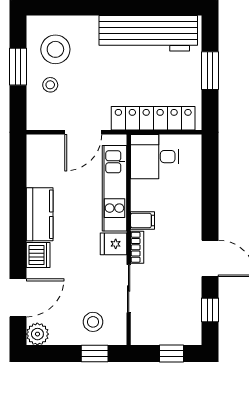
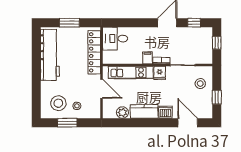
desk: (155, 157) -> (115, 39), moved, turned 90
plant: (37, 334) -> (122, 113), moved
window: (95, 354) -> (217, 97), moved

